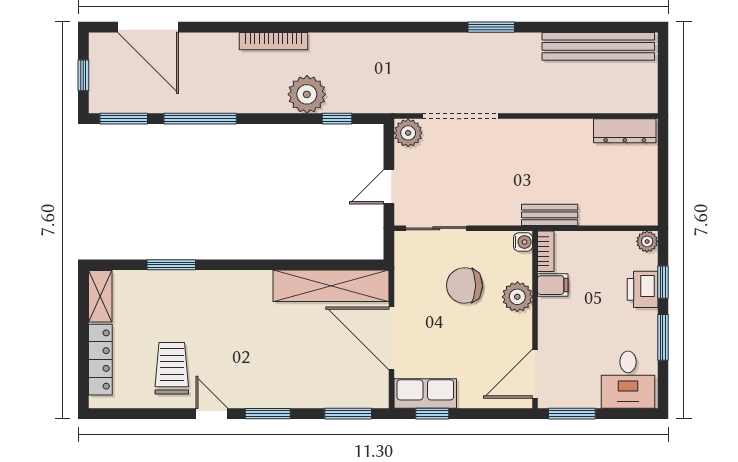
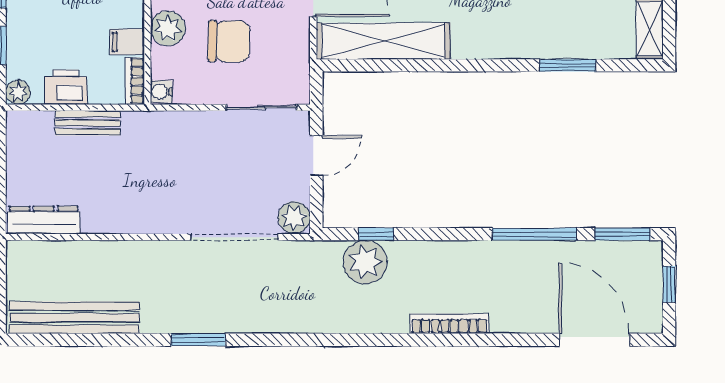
plant: (307, 94) -> (365, 262), moved
bench: (550, 215) -> (88, 123), moved
printer: (643, 289) -> (66, 87), moved, turned -90

